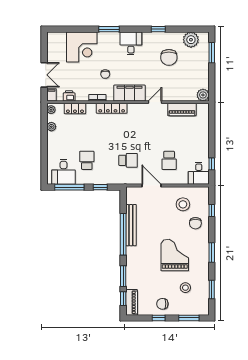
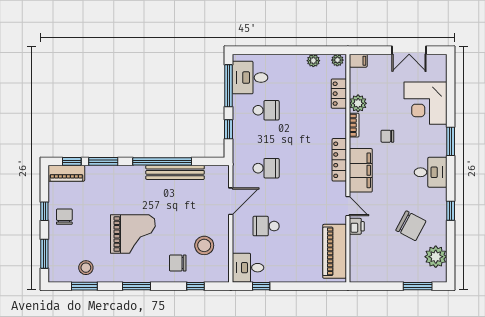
chair: (169, 57) -> (411, 226), turned -152
double door: (44, 75) -> (409, 50), moved
plant: (203, 95) -> (358, 103), moved
printer: (69, 96) -> (357, 226), moved
locker: (112, 108) -> (339, 160), moved
piano: (182, 110) -> (335, 251), width x1.37, depth x1.33
school desk: (128, 160) -> (266, 168), turned -90
stool: (185, 288) -> (86, 268), moved

